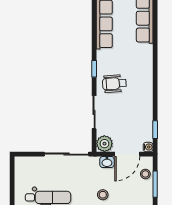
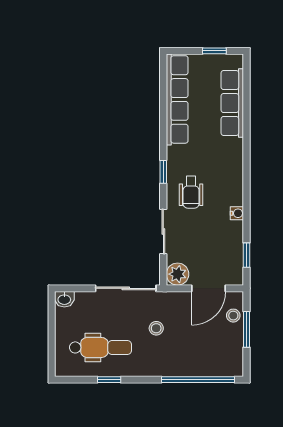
wheelchair: (114, 84) -> (191, 192), turned -86
water cooler: (148, 147) -> (237, 213), moved
washbasin: (107, 162) -> (64, 299), moved
stool: (103, 195) -> (156, 328), moved

